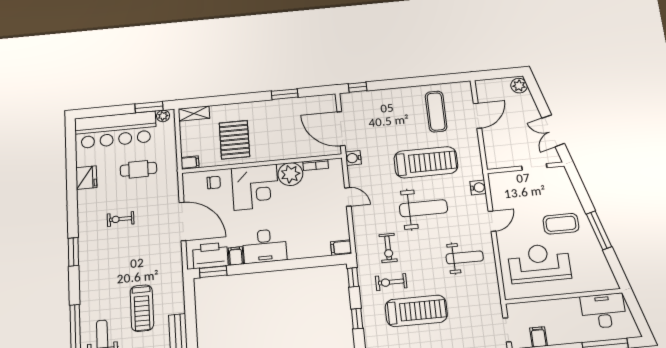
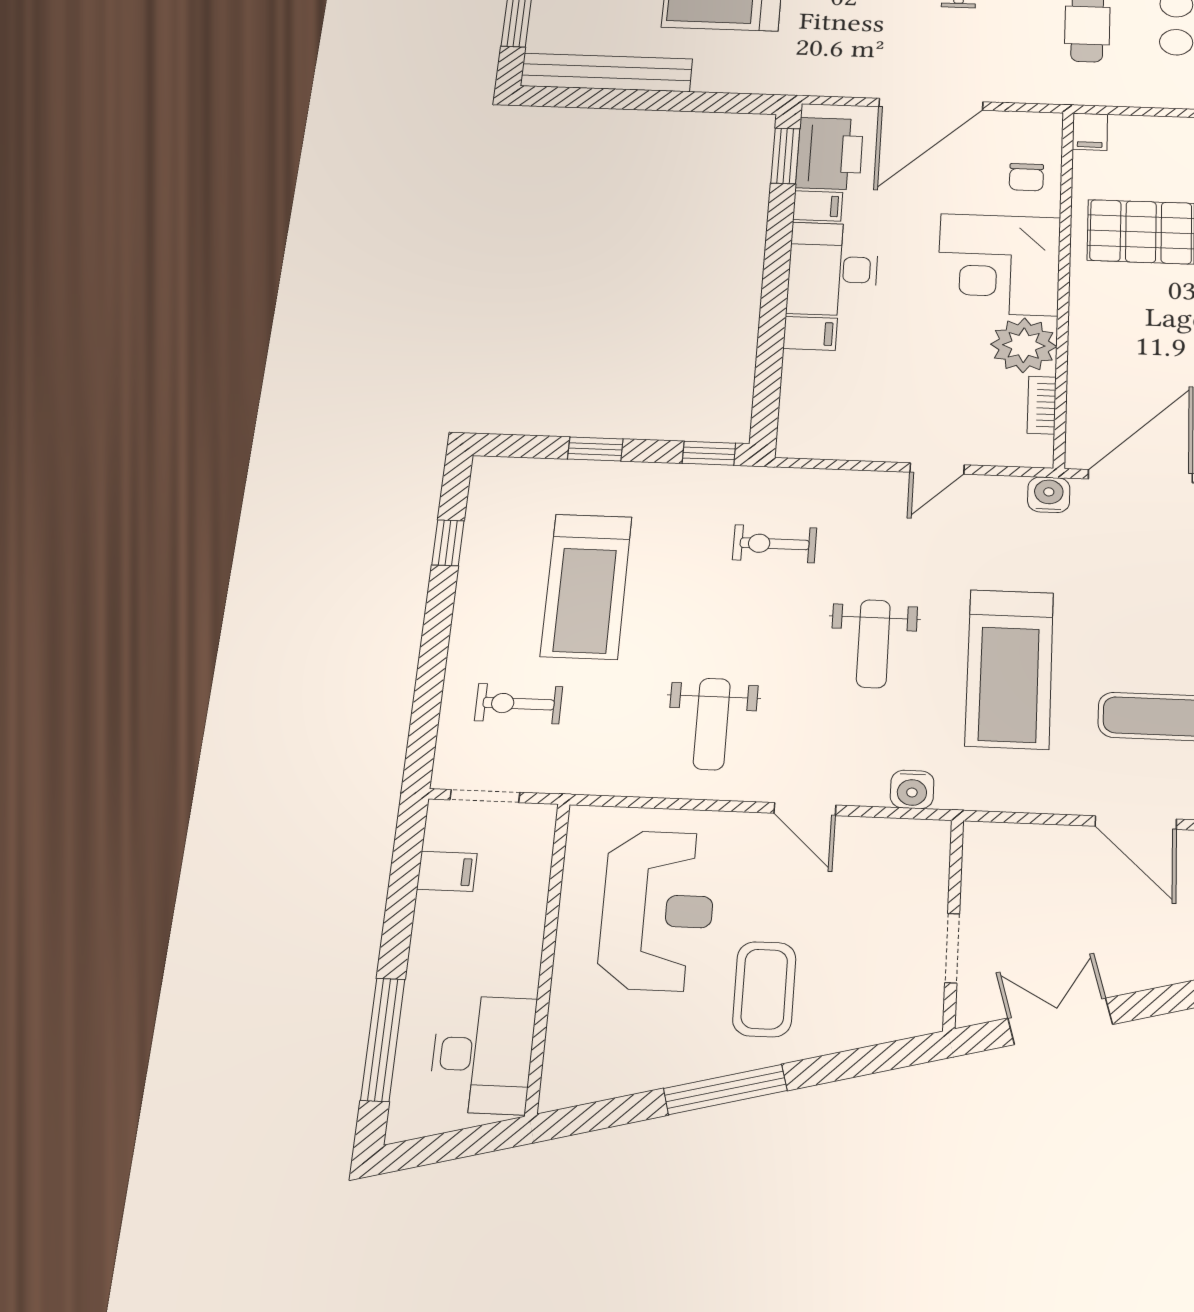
weight bench: (423, 208) -> (873, 644), width x0.73, depth x0.75
filing cabinet: (341, 248) -> (810, 333), moved, turned 90
exercise bike: (391, 282) -> (519, 704), moved, turned -90

